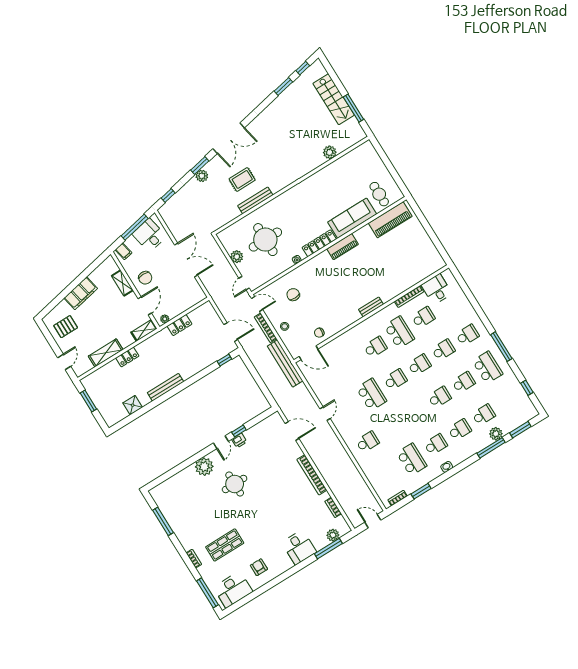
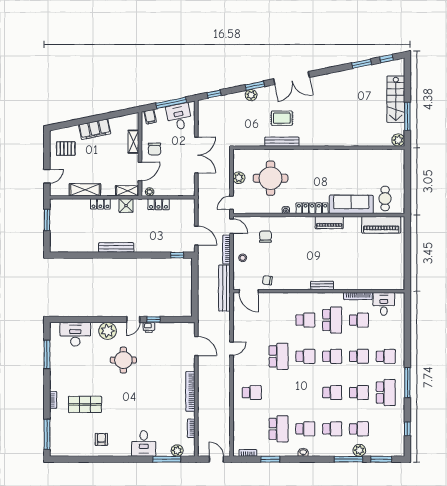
plant: (330, 152) -> (398, 140), moved
shower: (133, 405) -> (126, 206), moved
desk: (233, 590) -> (75, 334), moved, turned 180

